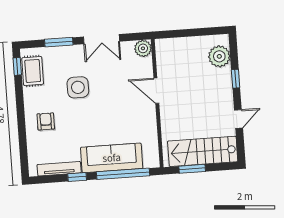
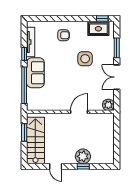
plant: (219, 56) -> (83, 156), moved
sofa: (112, 158) -> (35, 73), width x0.73

